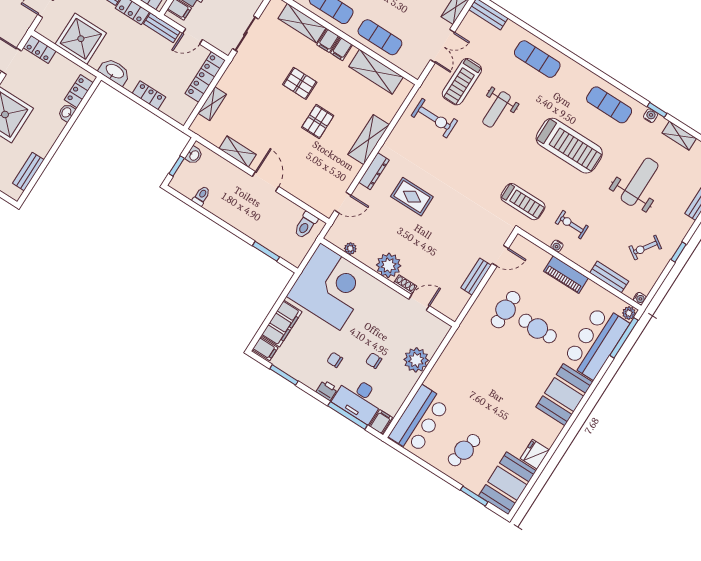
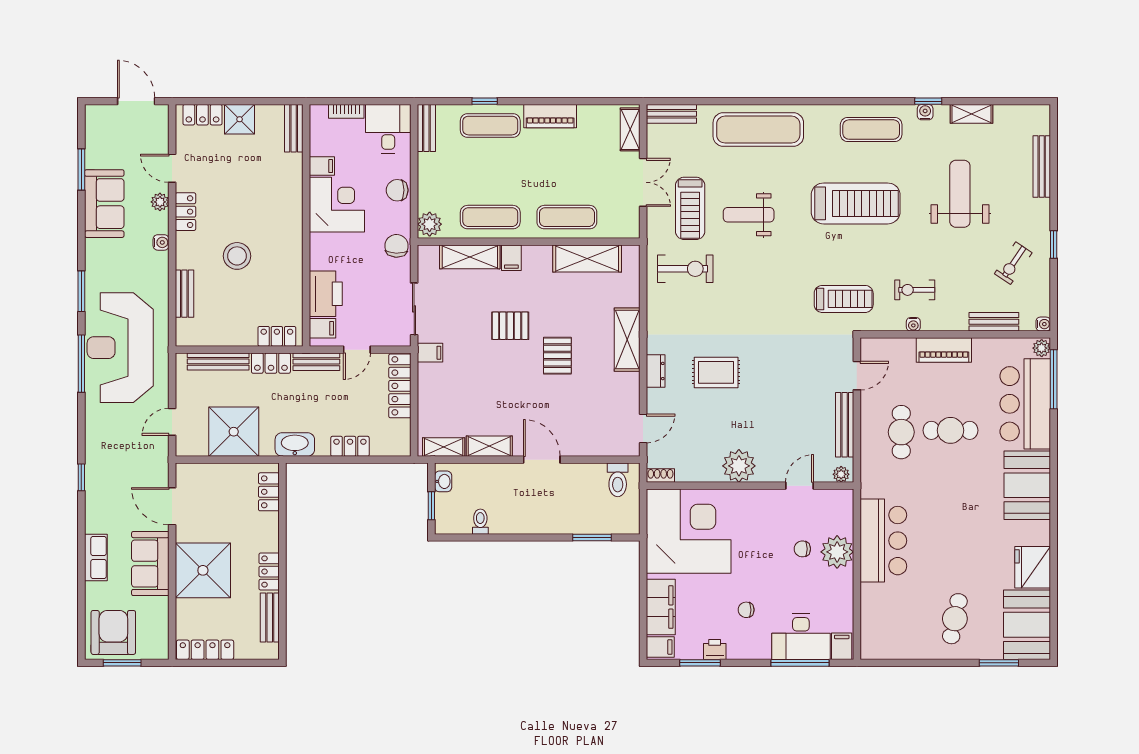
locker: (40, 49) -> (269, 572), moved, turned 90
filing cabinet: (342, 49) -> (430, 353), moved, turned -90
exercise mat: (537, 59) -> (758, 130), width x1.36, depth x1.45
shelving: (212, 104) -> (444, 447), moved, turned 90
weight bench: (497, 109) -> (749, 215), turned 90
washbasin: (67, 113) -> (270, 524), removed
dresser: (374, 171) -> (656, 371), width x0.70
plant: (350, 249) -> (841, 474), moved
bench: (476, 277) -> (845, 425), width x1.36
shoe rack: (405, 285) -> (660, 476), moved
chair: (374, 361) -> (802, 549), moved
printer: (327, 390) -> (715, 649), moved
bar counter: (419, 420) -> (883, 541), moved
fridge: (535, 454) -> (1033, 567), width x1.36, depth x1.34

